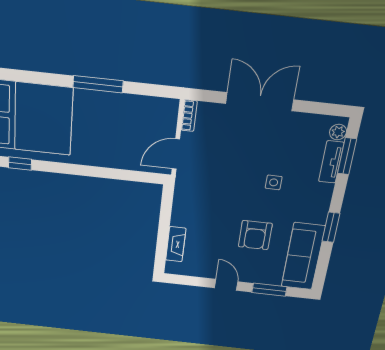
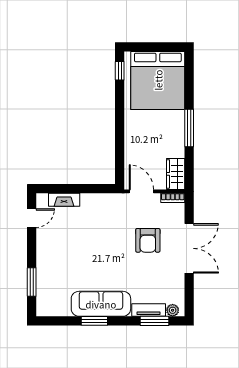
wardrobe: (158, 109) -> (176, 174), added
side table: (274, 182) -> (127, 269), removed
armchair: (255, 235) -> (148, 240), moved, turned -90
sofa: (303, 257) -> (101, 304), moved
door: (226, 285) -> (32, 218), moved

